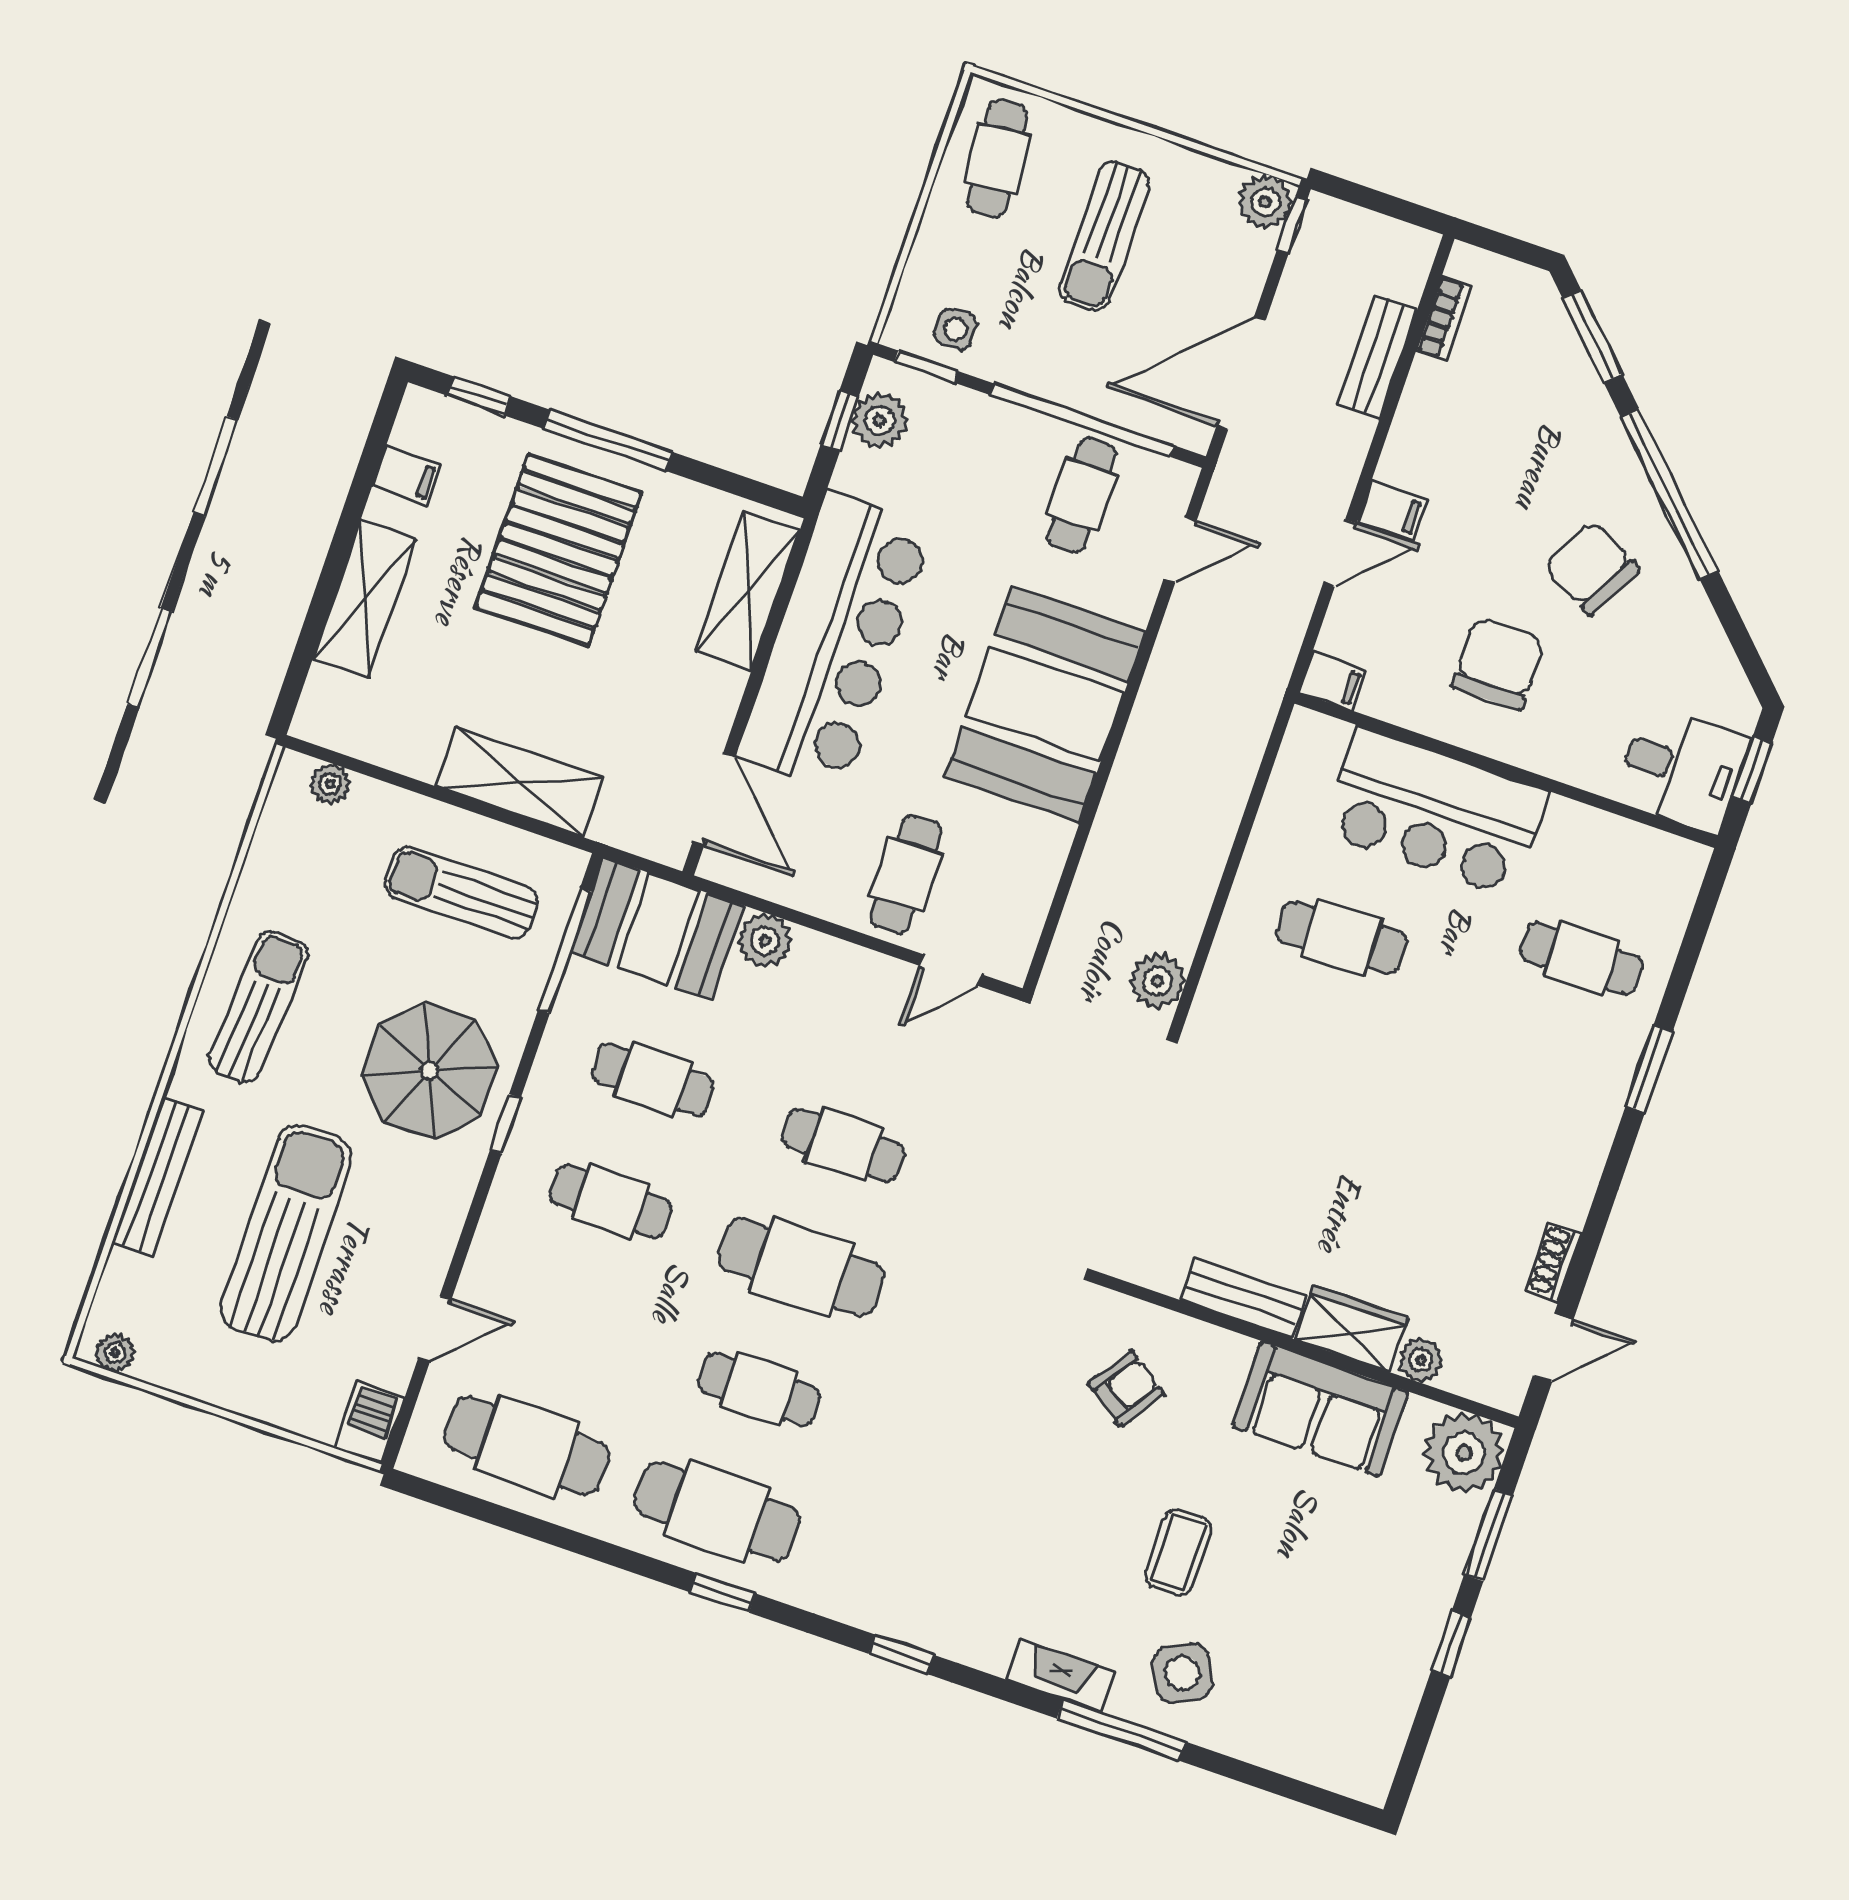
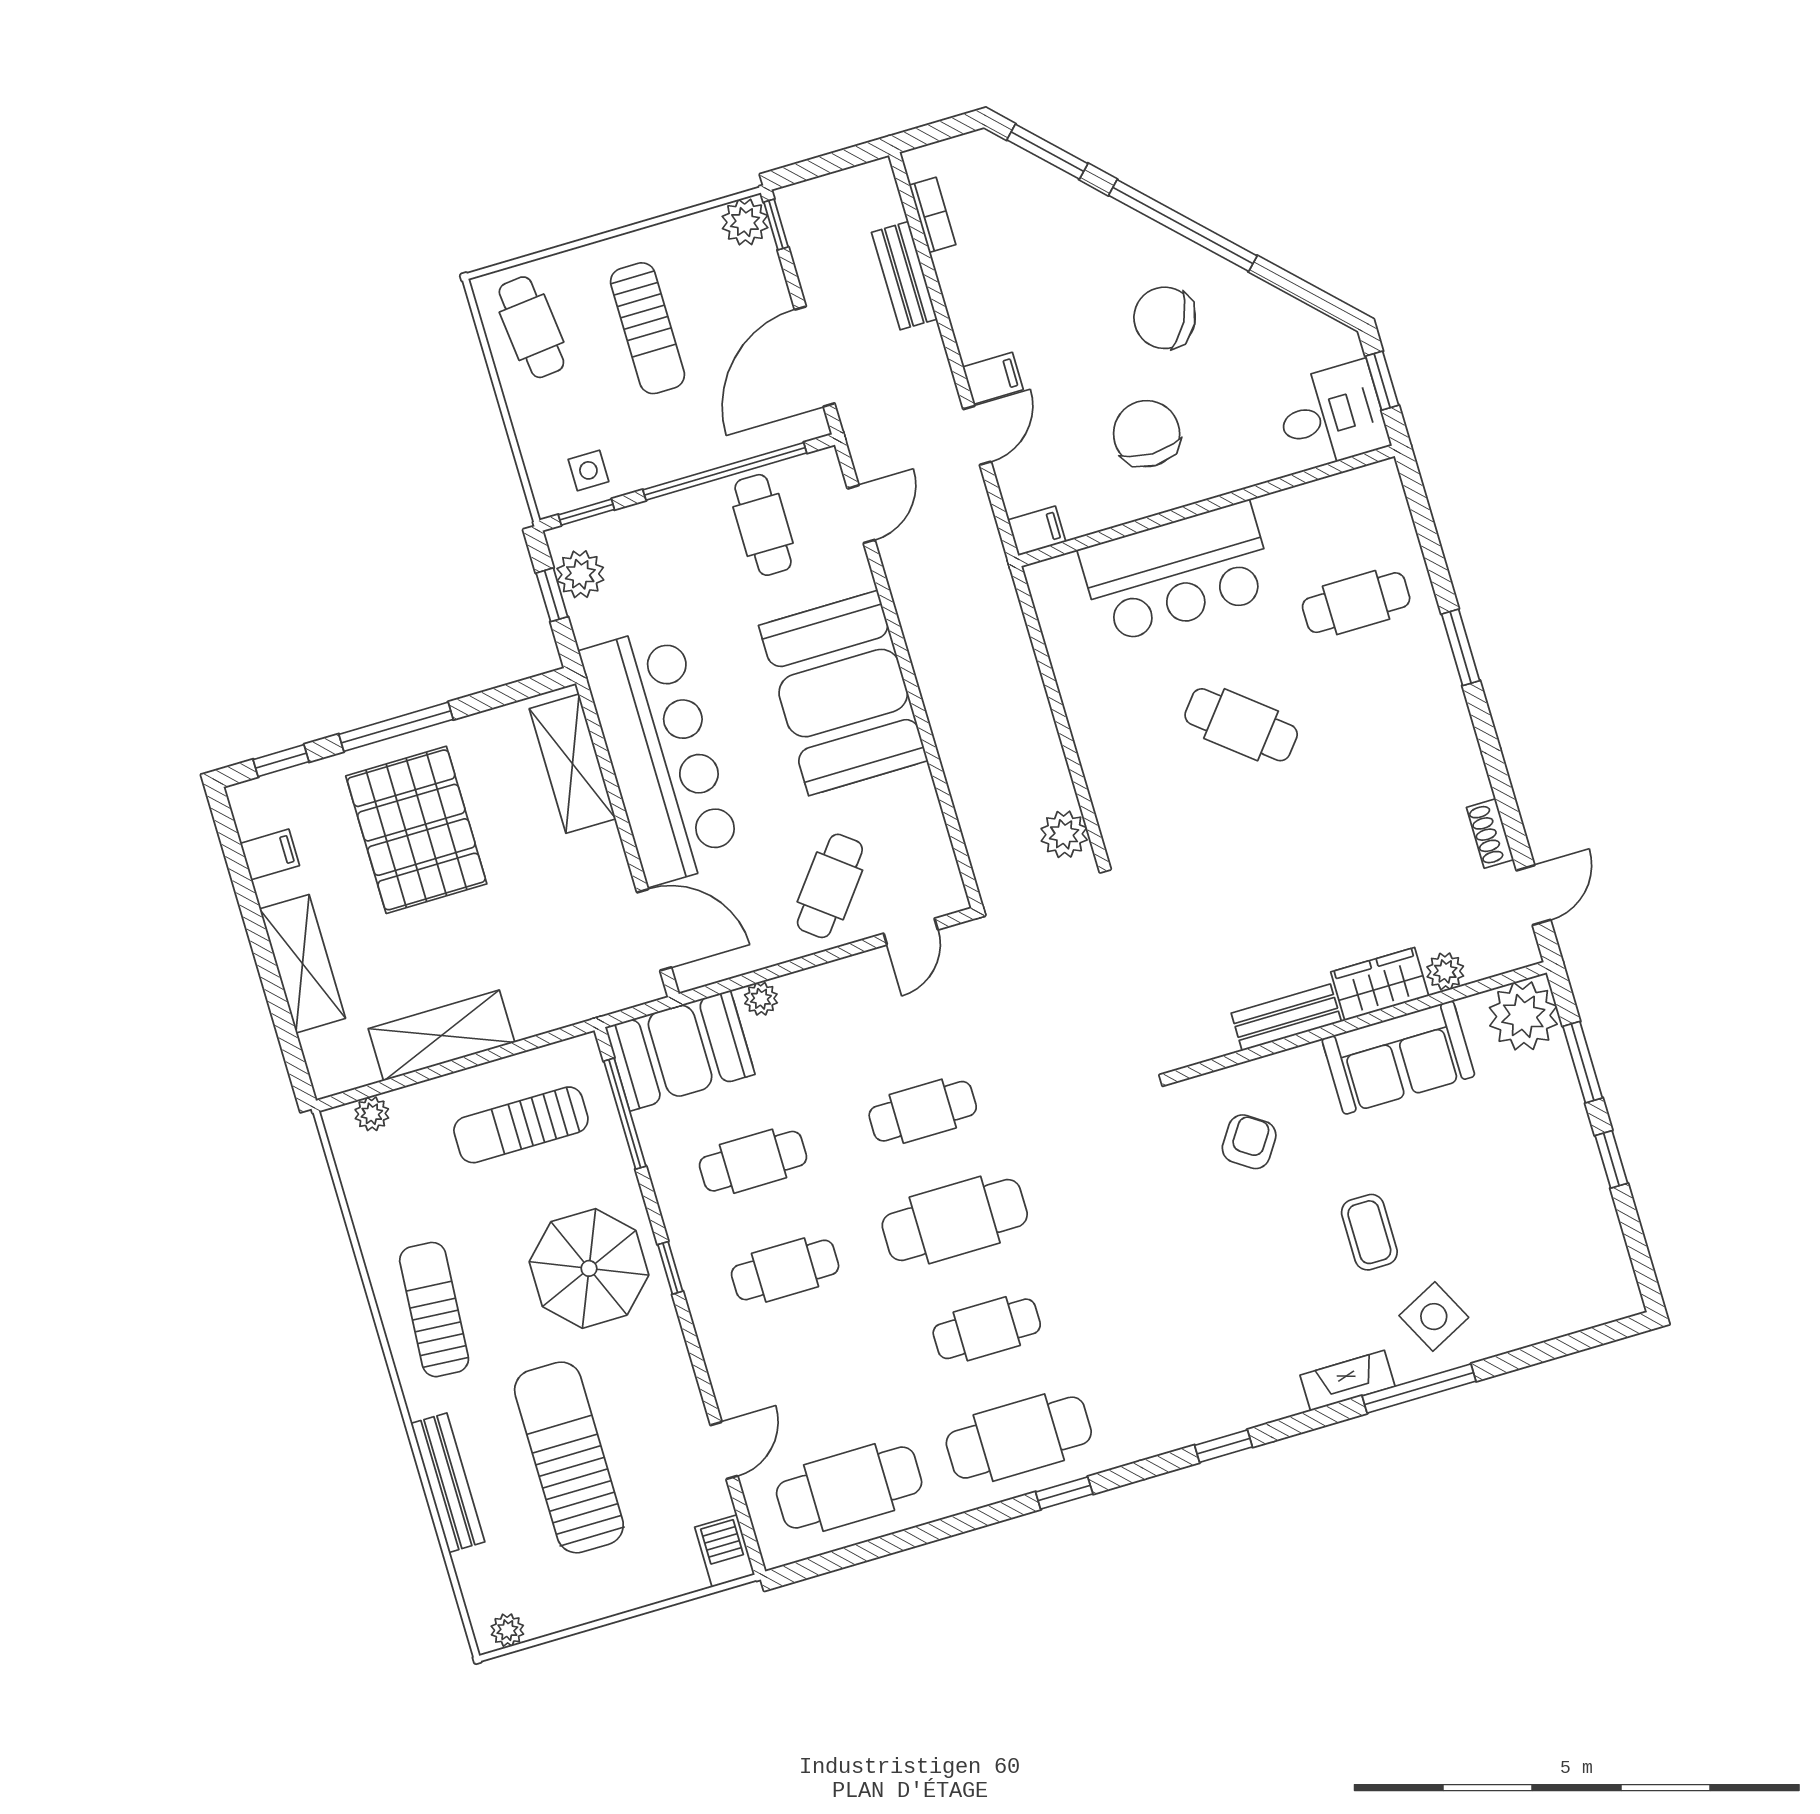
shelving: (520, 782) -> (441, 1035), moved
cafe table: (906, 875) -> (830, 886), turned 38
cafe table: (1342, 937) -> (1241, 725), moved, turned 42
plant: (765, 941) -> (761, 999), width x0.73, depth x0.73

